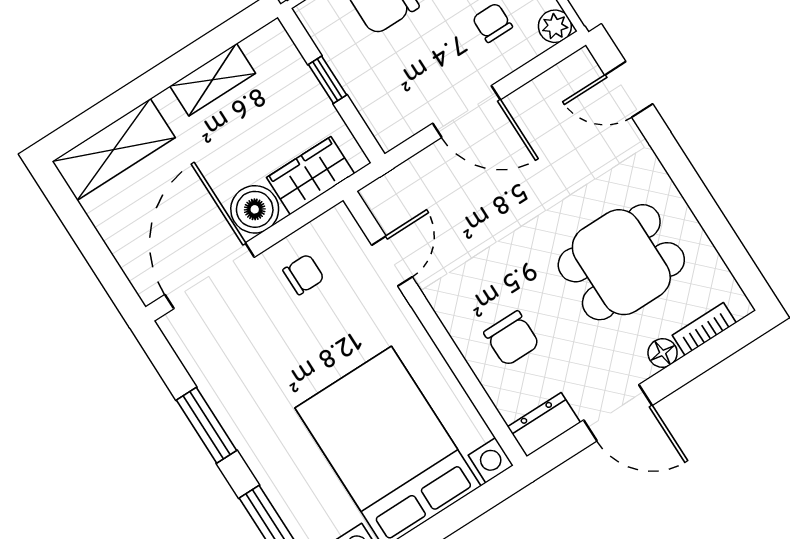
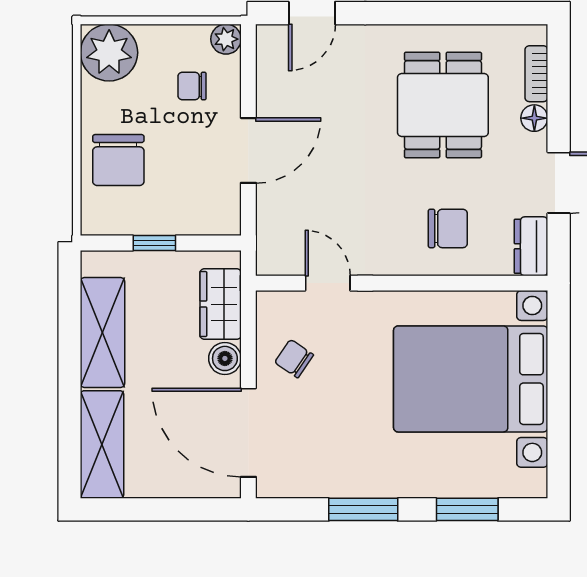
shelving: (213, 80) -> (102, 333), width x1.50, depth x1.33
boiler: (255, 209) -> (225, 358), width x0.73, depth x0.73
chair: (304, 274) -> (294, 359), turned -56

